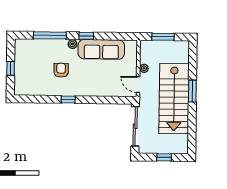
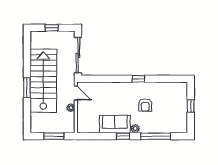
sofa: (101, 49) -> (115, 124), width x0.73

